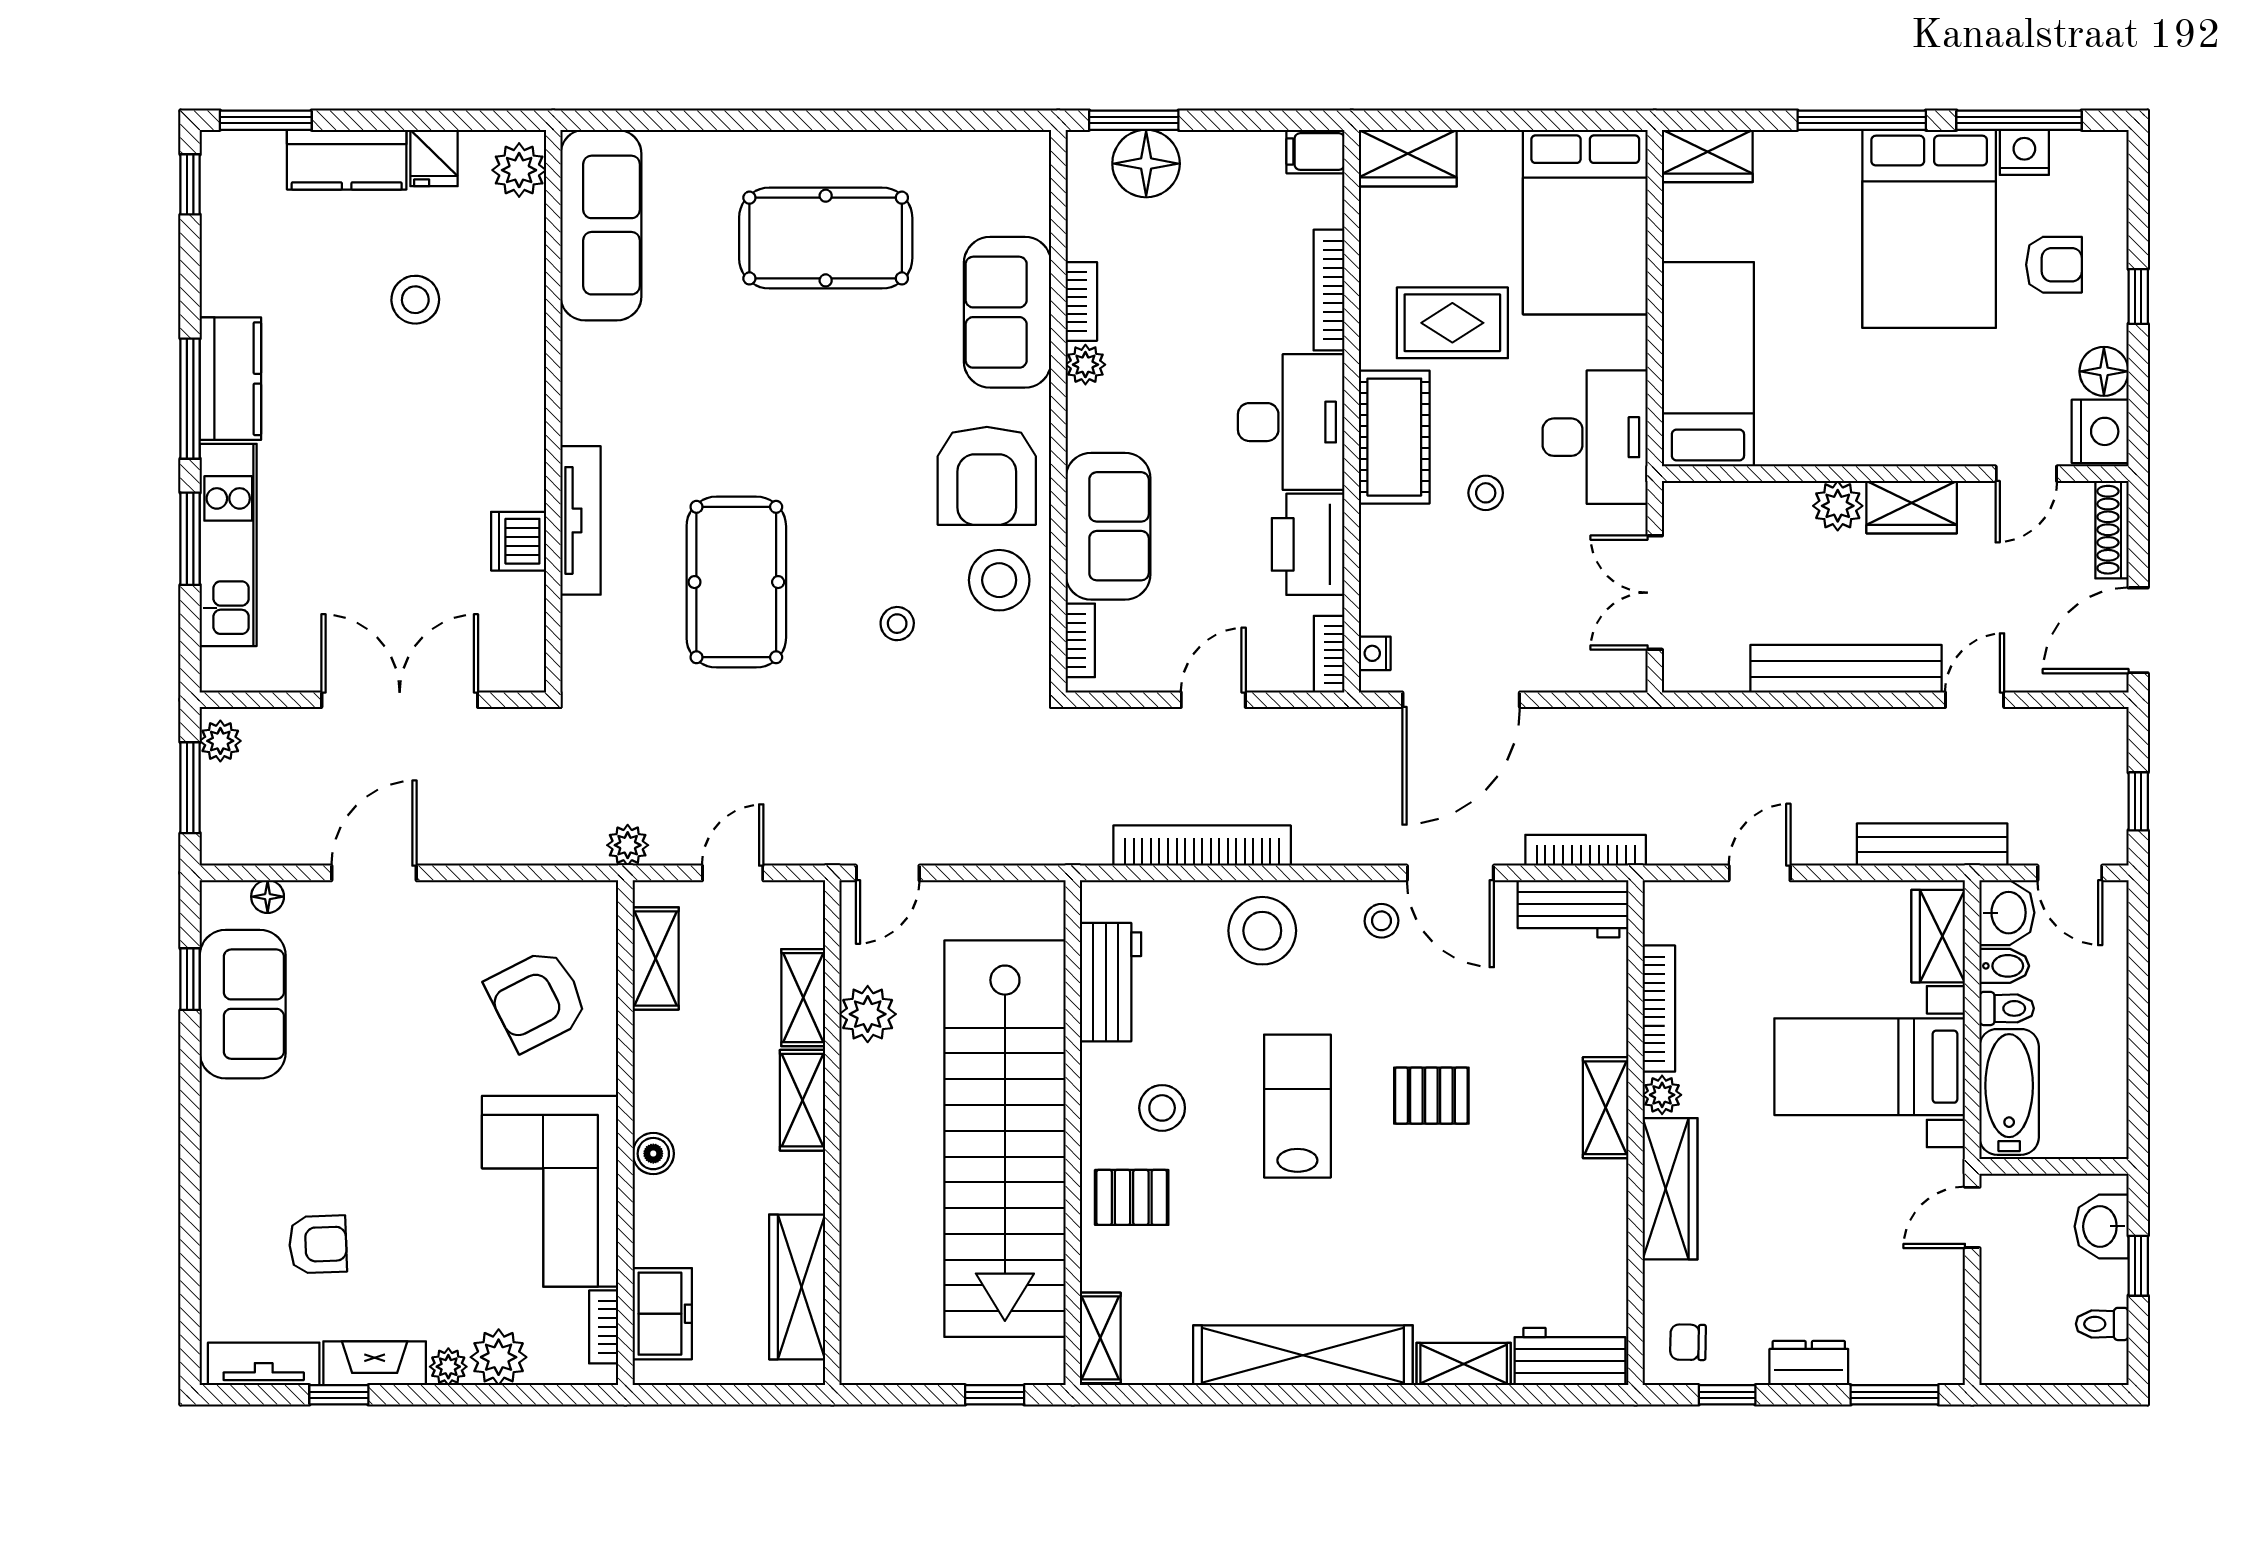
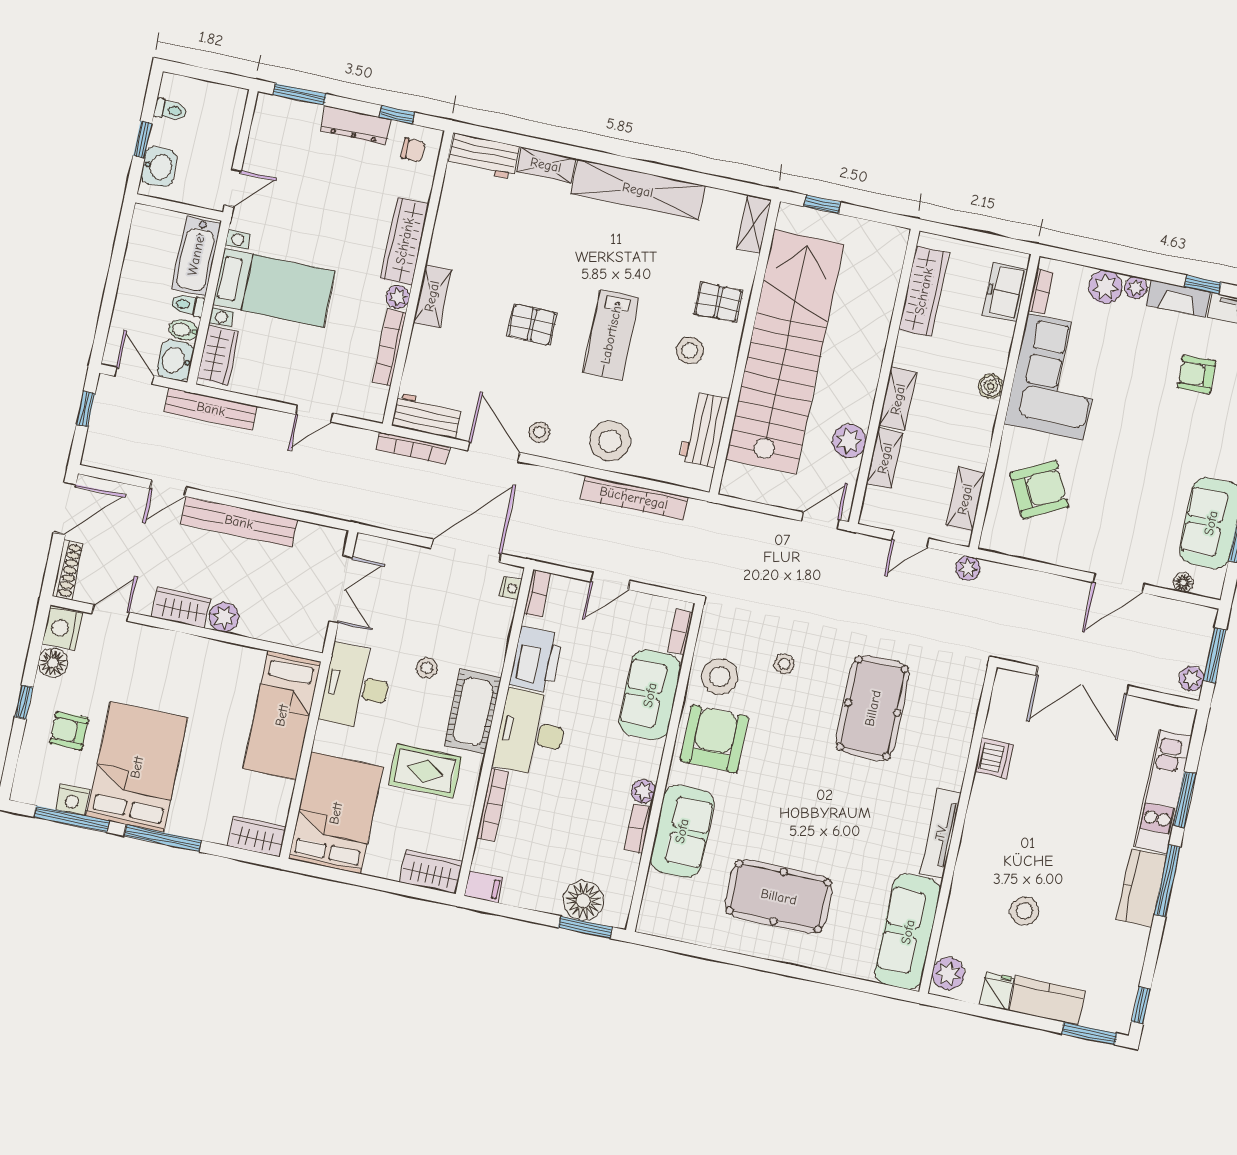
tv unit: (581, 520) -> (941, 833), moved
dresser: (1809, 1363) -> (356, 125), width x1.44

